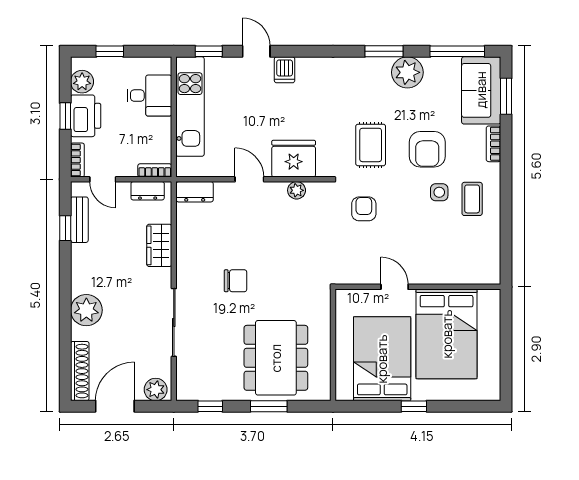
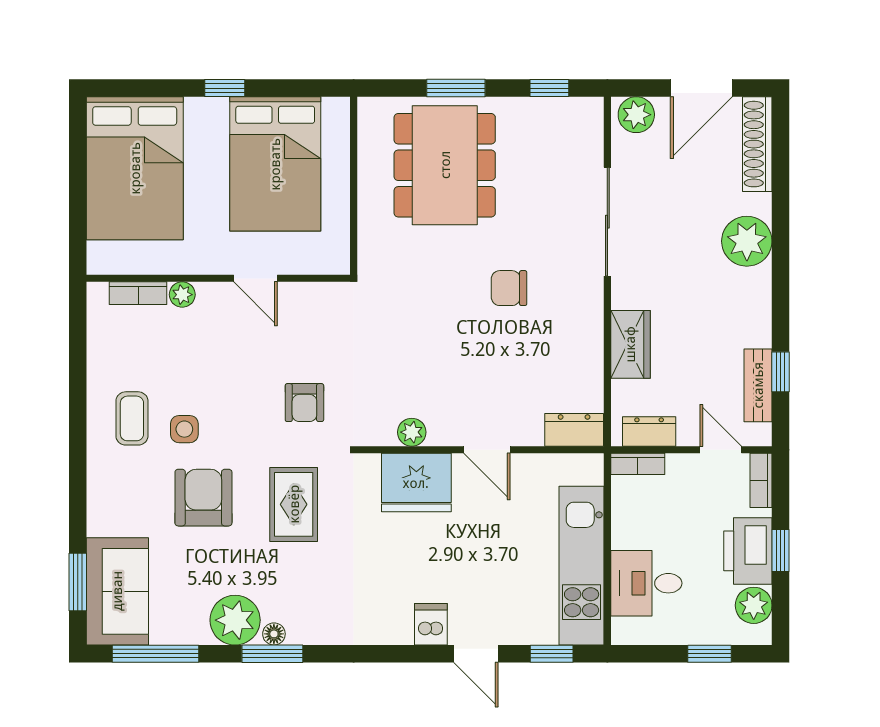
floor lamp: (383, 64) -> (274, 634), added
bookcase: (494, 144) -> (138, 293), moved, turned 90
plant: (441, 277) -> (182, 295), added
bed: (447, 334) -> (135, 168), moved, turned 180

